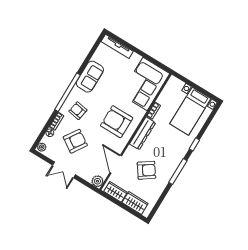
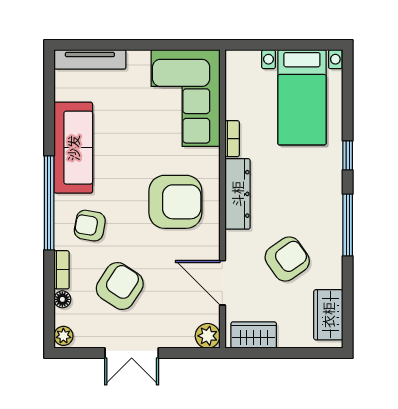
sofa: (90, 77) -> (73, 148), width x1.36
armchair: (117, 122) -> (175, 202), turned 180
wardrobe: (135, 203) -> (328, 315), moved, turned -90

